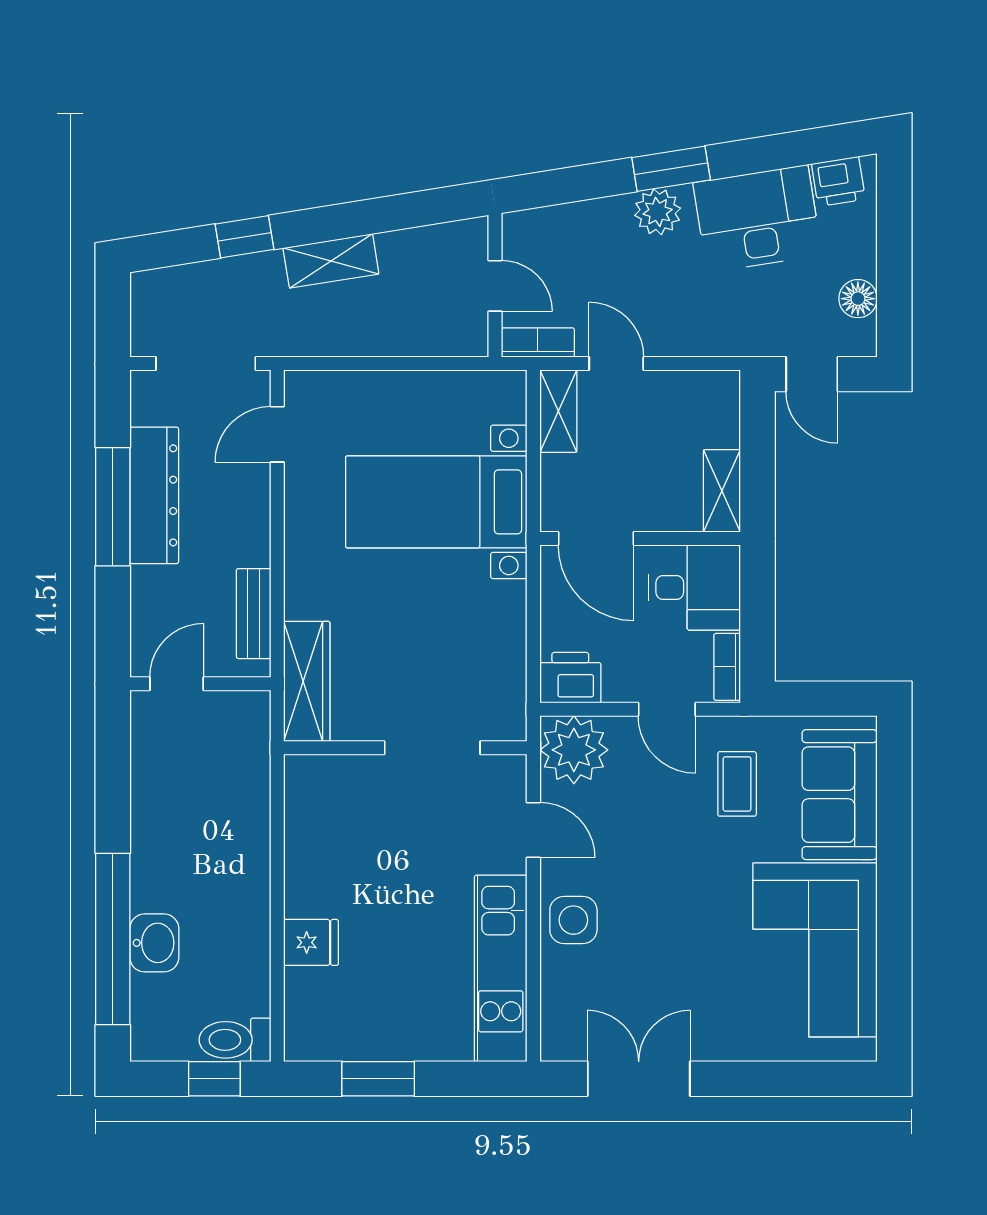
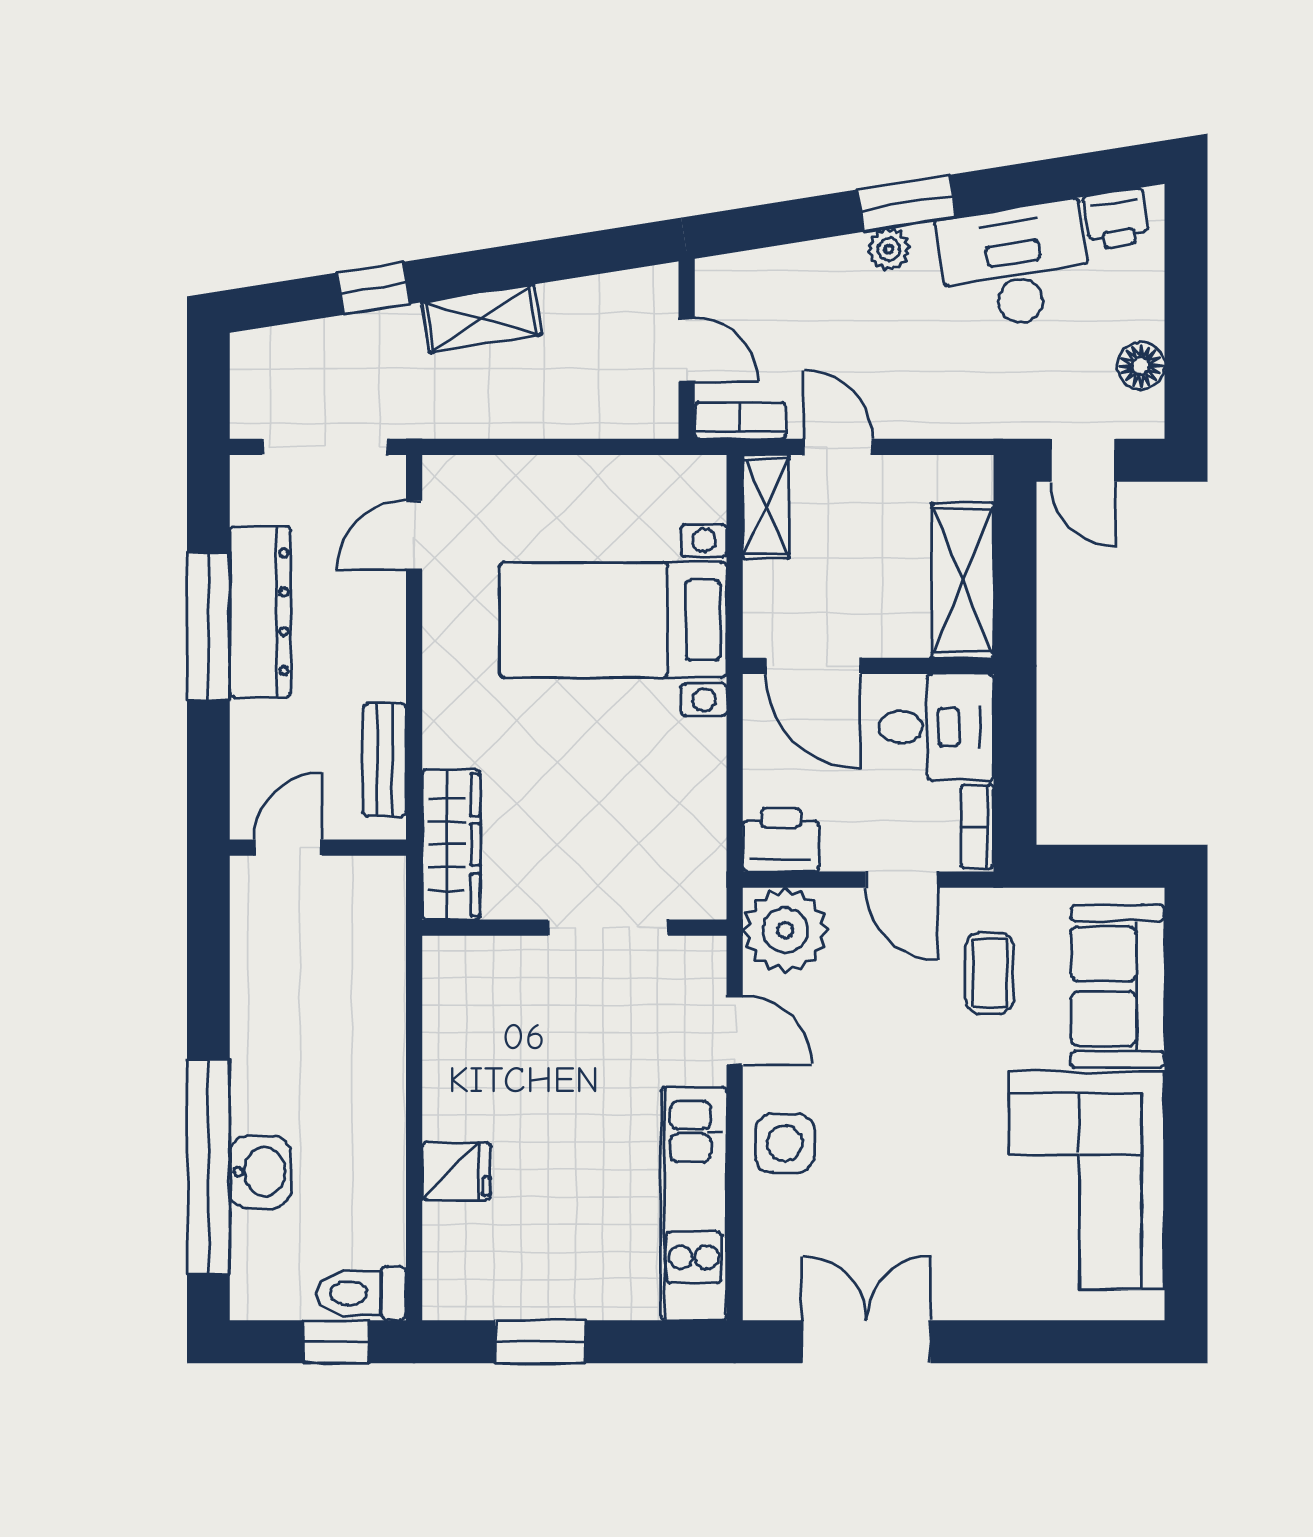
plant: (658, 212) -> (889, 249), width x0.73, depth x0.73
shelving: (722, 491) -> (963, 580), width x1.50, depth x1.33

